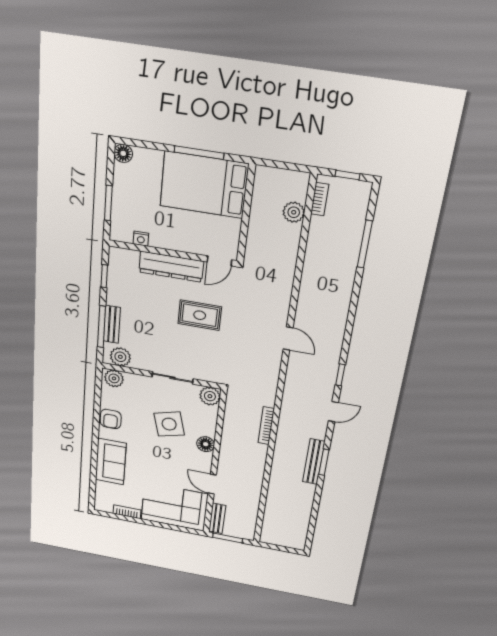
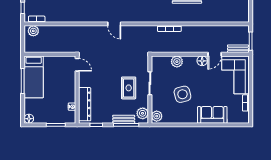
bed: (204, 185) -> (34, 77), width x0.67
plant: (294, 212) -> (33, 31), moved
dresser: (171, 267) -> (85, 104), moved
rug: (200, 315) -> (129, 88), moved
door: (288, 339) -> (114, 24), swing flipped
plant: (210, 396) -> (177, 62), moved
armchair: (111, 419) -> (183, 117), removed
side table: (169, 424) -> (182, 94), moved
floor lamp: (206, 444) -> (202, 61), moved

